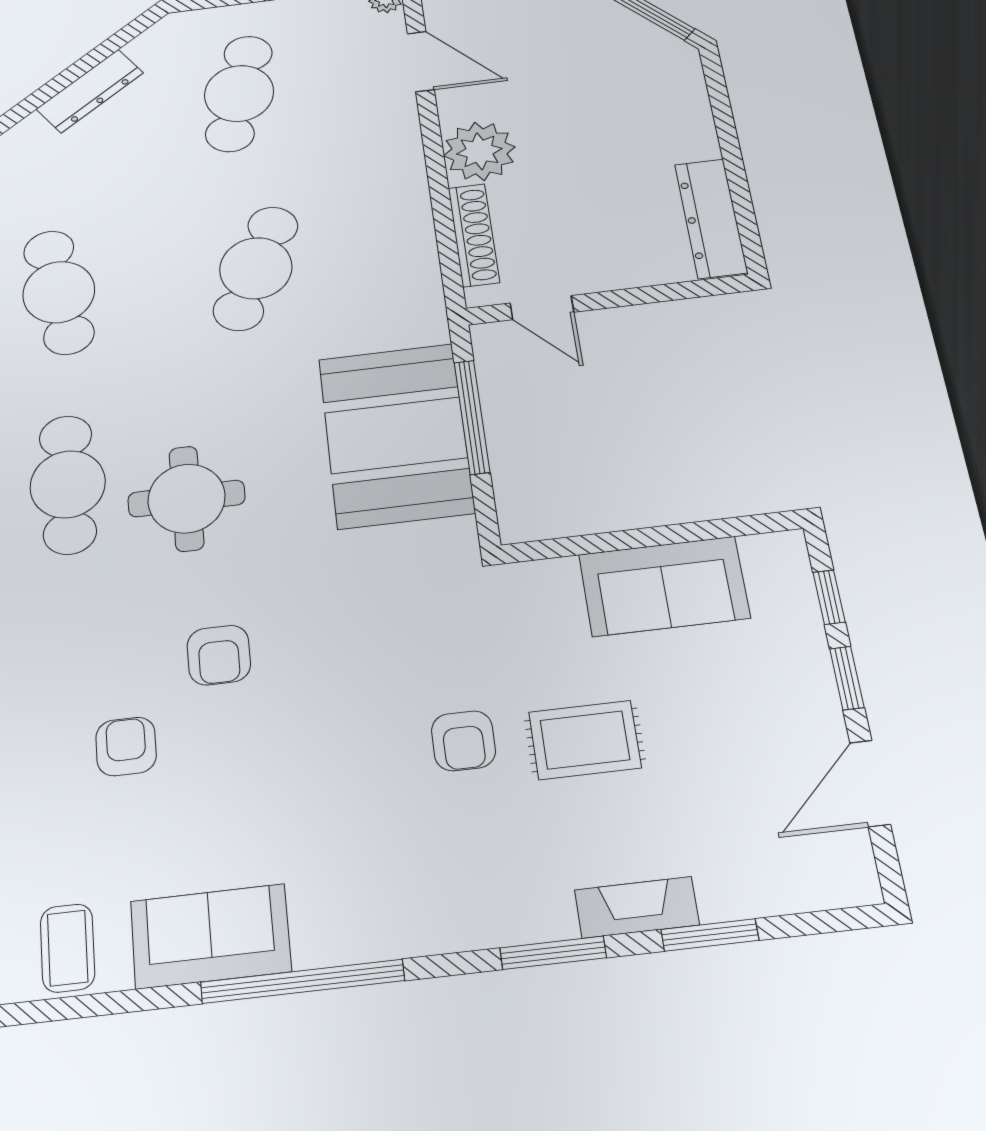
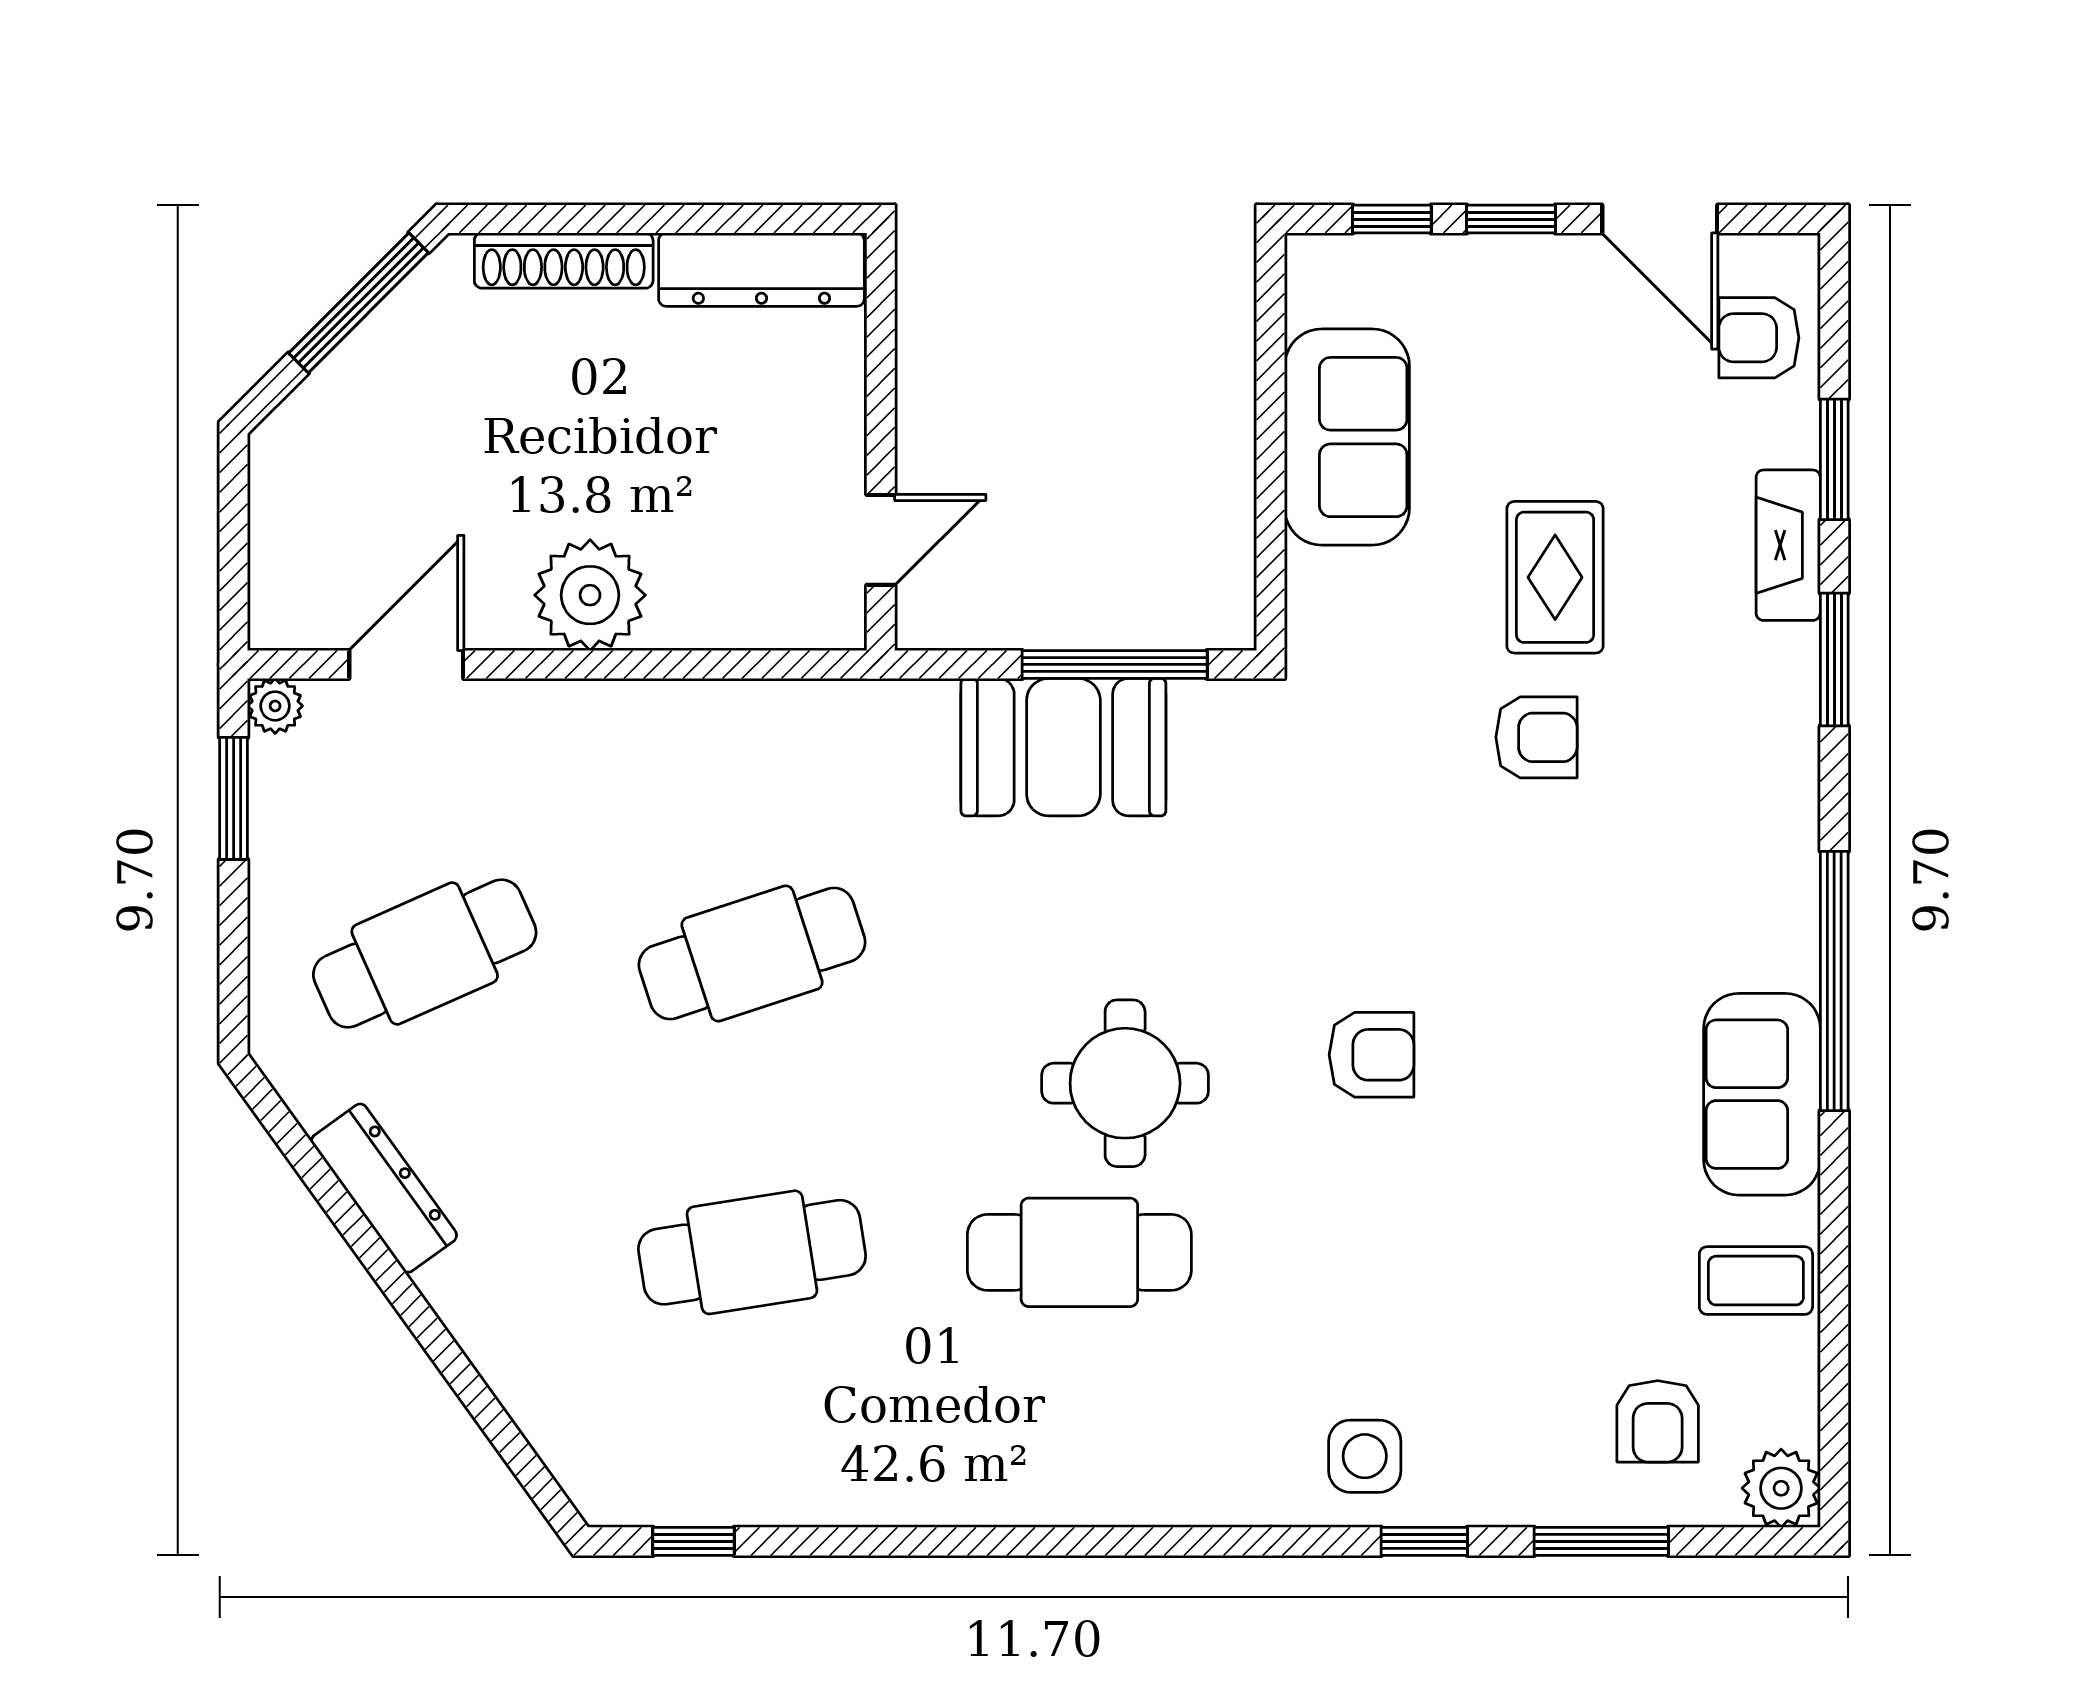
cafe table: (239, 93) -> (425, 954), turned -39
shoe rack: (474, 235) -> (564, 261), moved, turned 180
cafe table: (256, 268) -> (752, 954), turned -42
window: (472, 417) -> (1115, 664), moved
booth: (396, 435) -> (1063, 747), width x0.73, depth x0.70
armchair: (126, 746) -> (1759, 338), moved

